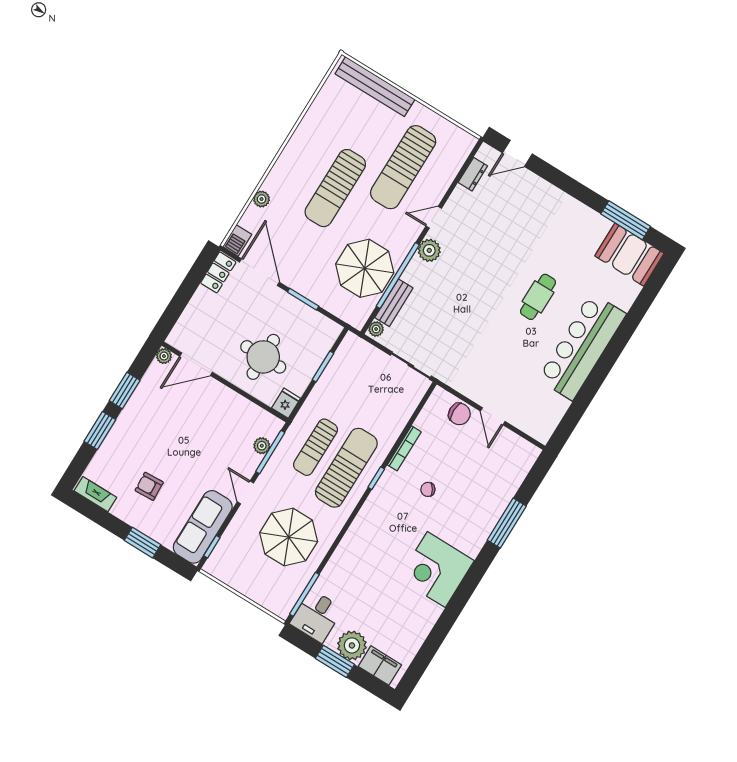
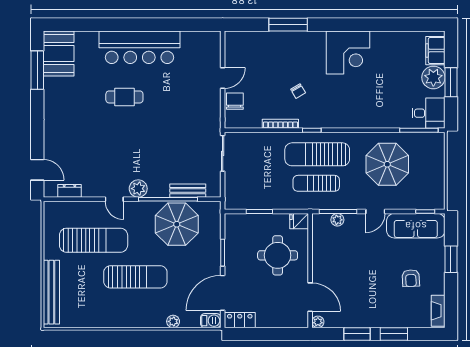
plant: (376, 329) -> (213, 192), removed
sun lounger: (316, 447) -> (316, 183), turned 180

